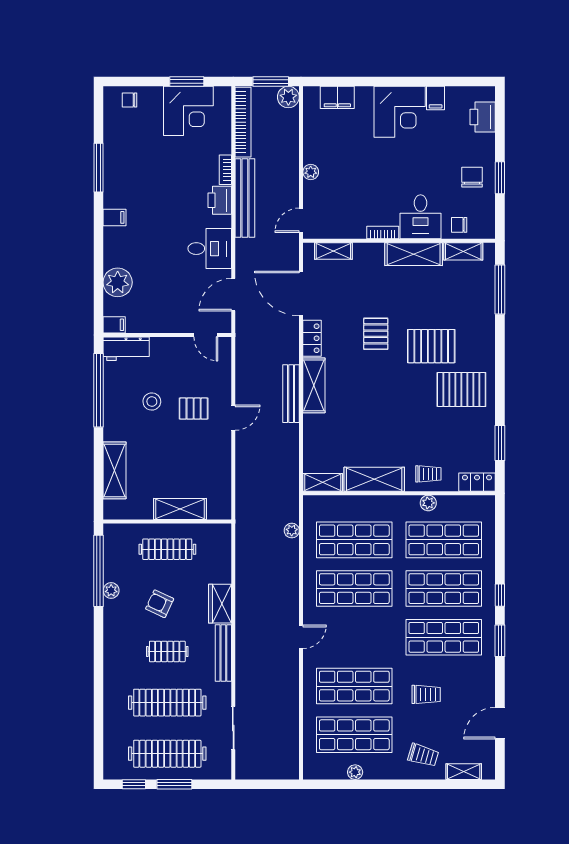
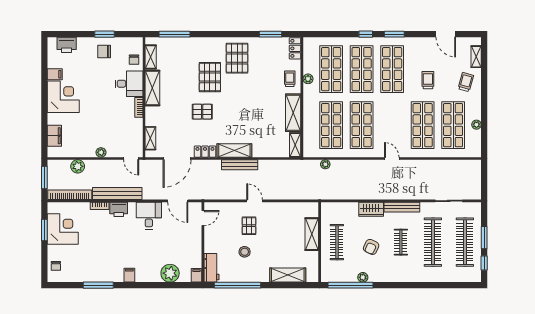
plant: (288, 97) -> (78, 166), moved

